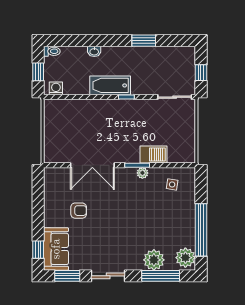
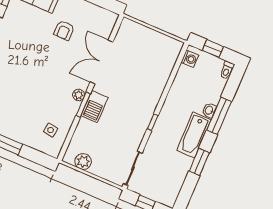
window: (95, 41) -> (219, 116), added
bathtub: (110, 85) -> (194, 135), moved, turned 180
plant: (188, 144) -> (83, 162), added
barbecue: (153, 154) -> (95, 107), moved
plant: (142, 173) -> (79, 95), moved

